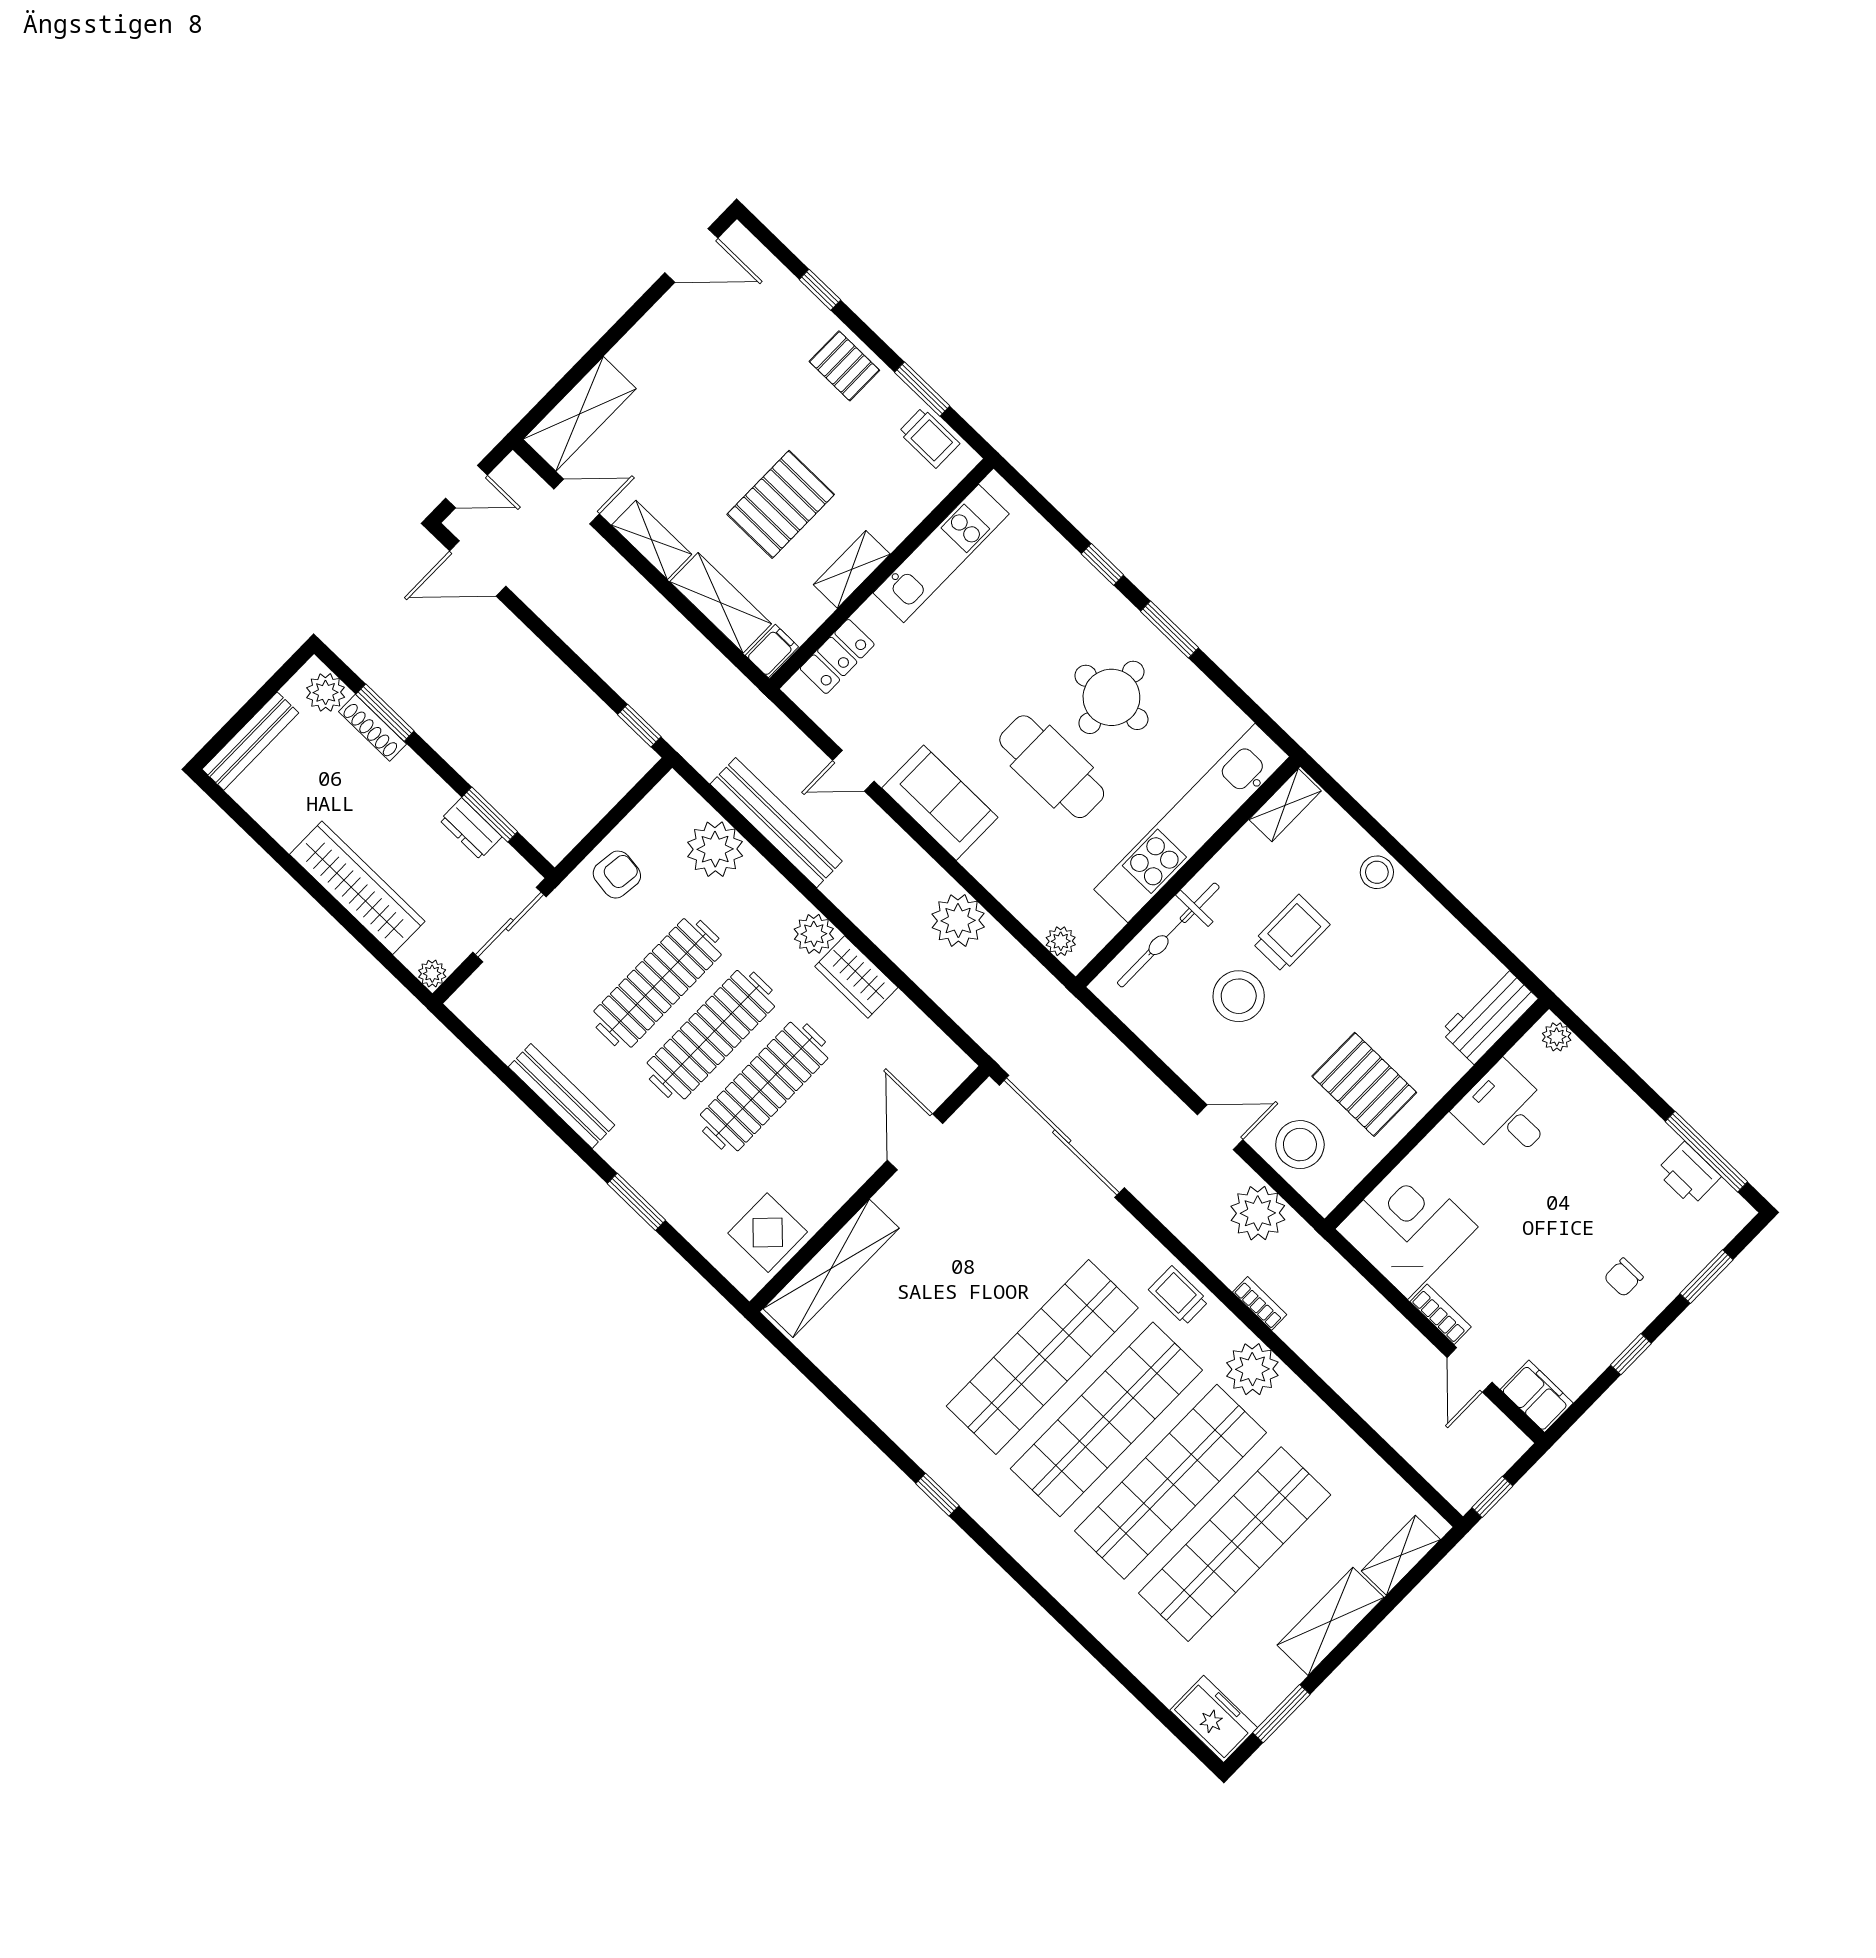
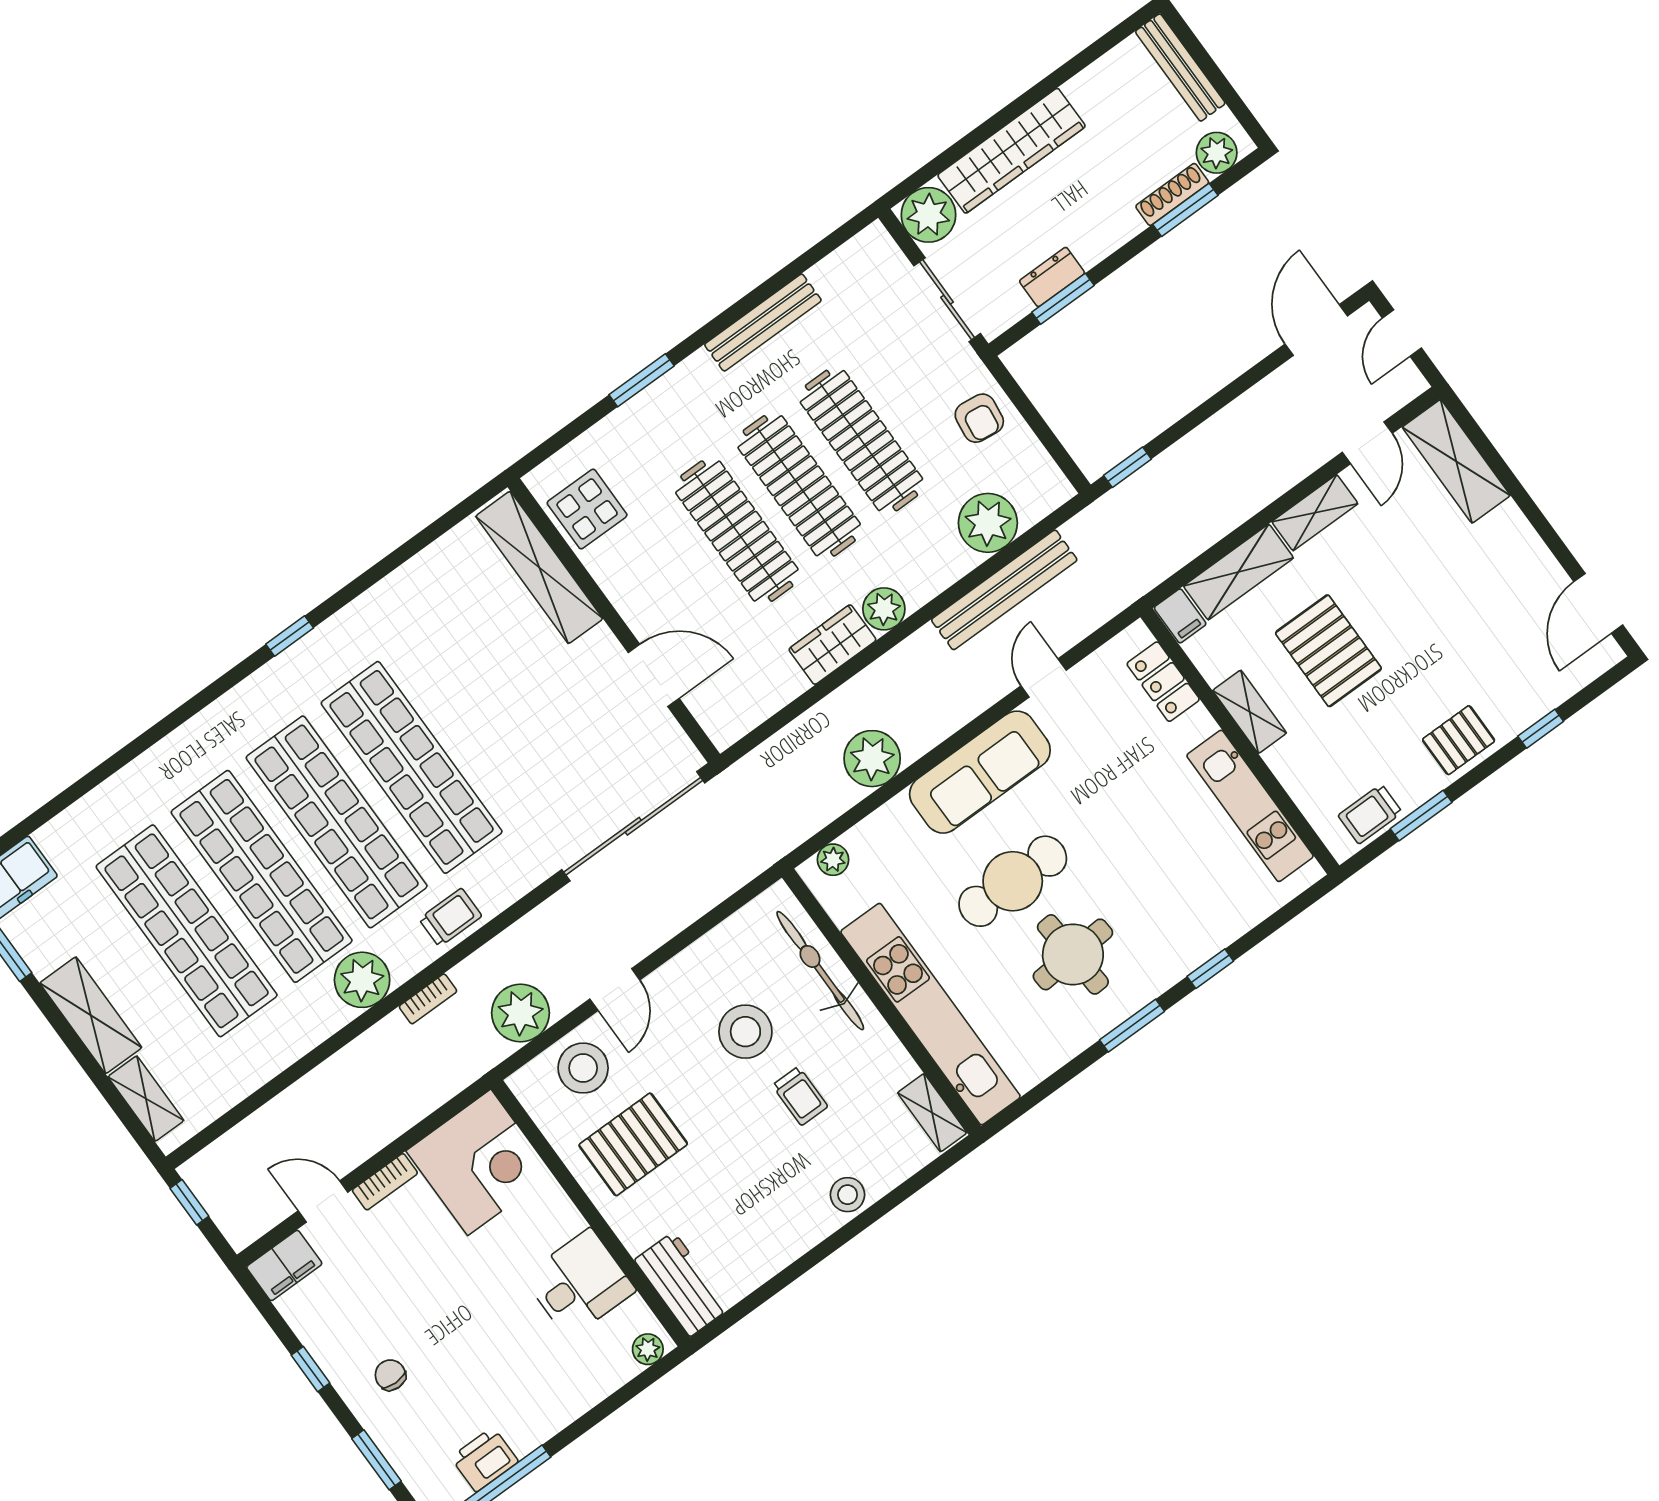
sofa: (940, 803) -> (980, 772), width x1.36
trolley: (1291, 934) -> (800, 1096), width x0.73, depth x0.72
plant: (432, 974) -> (928, 215), width x1.87, depth x1.87

